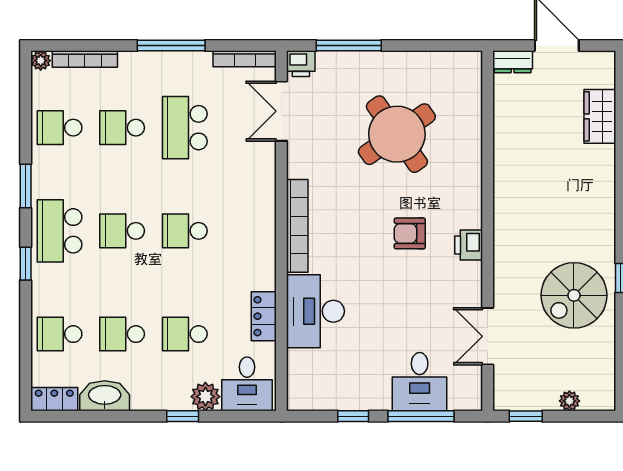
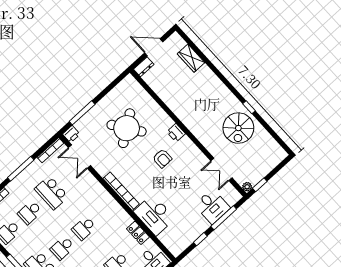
armchair: (410, 233) -> (162, 158), turned -90
printer: (469, 245) -> (176, 133), moved
plant: (569, 401) -> (247, 187), moved

